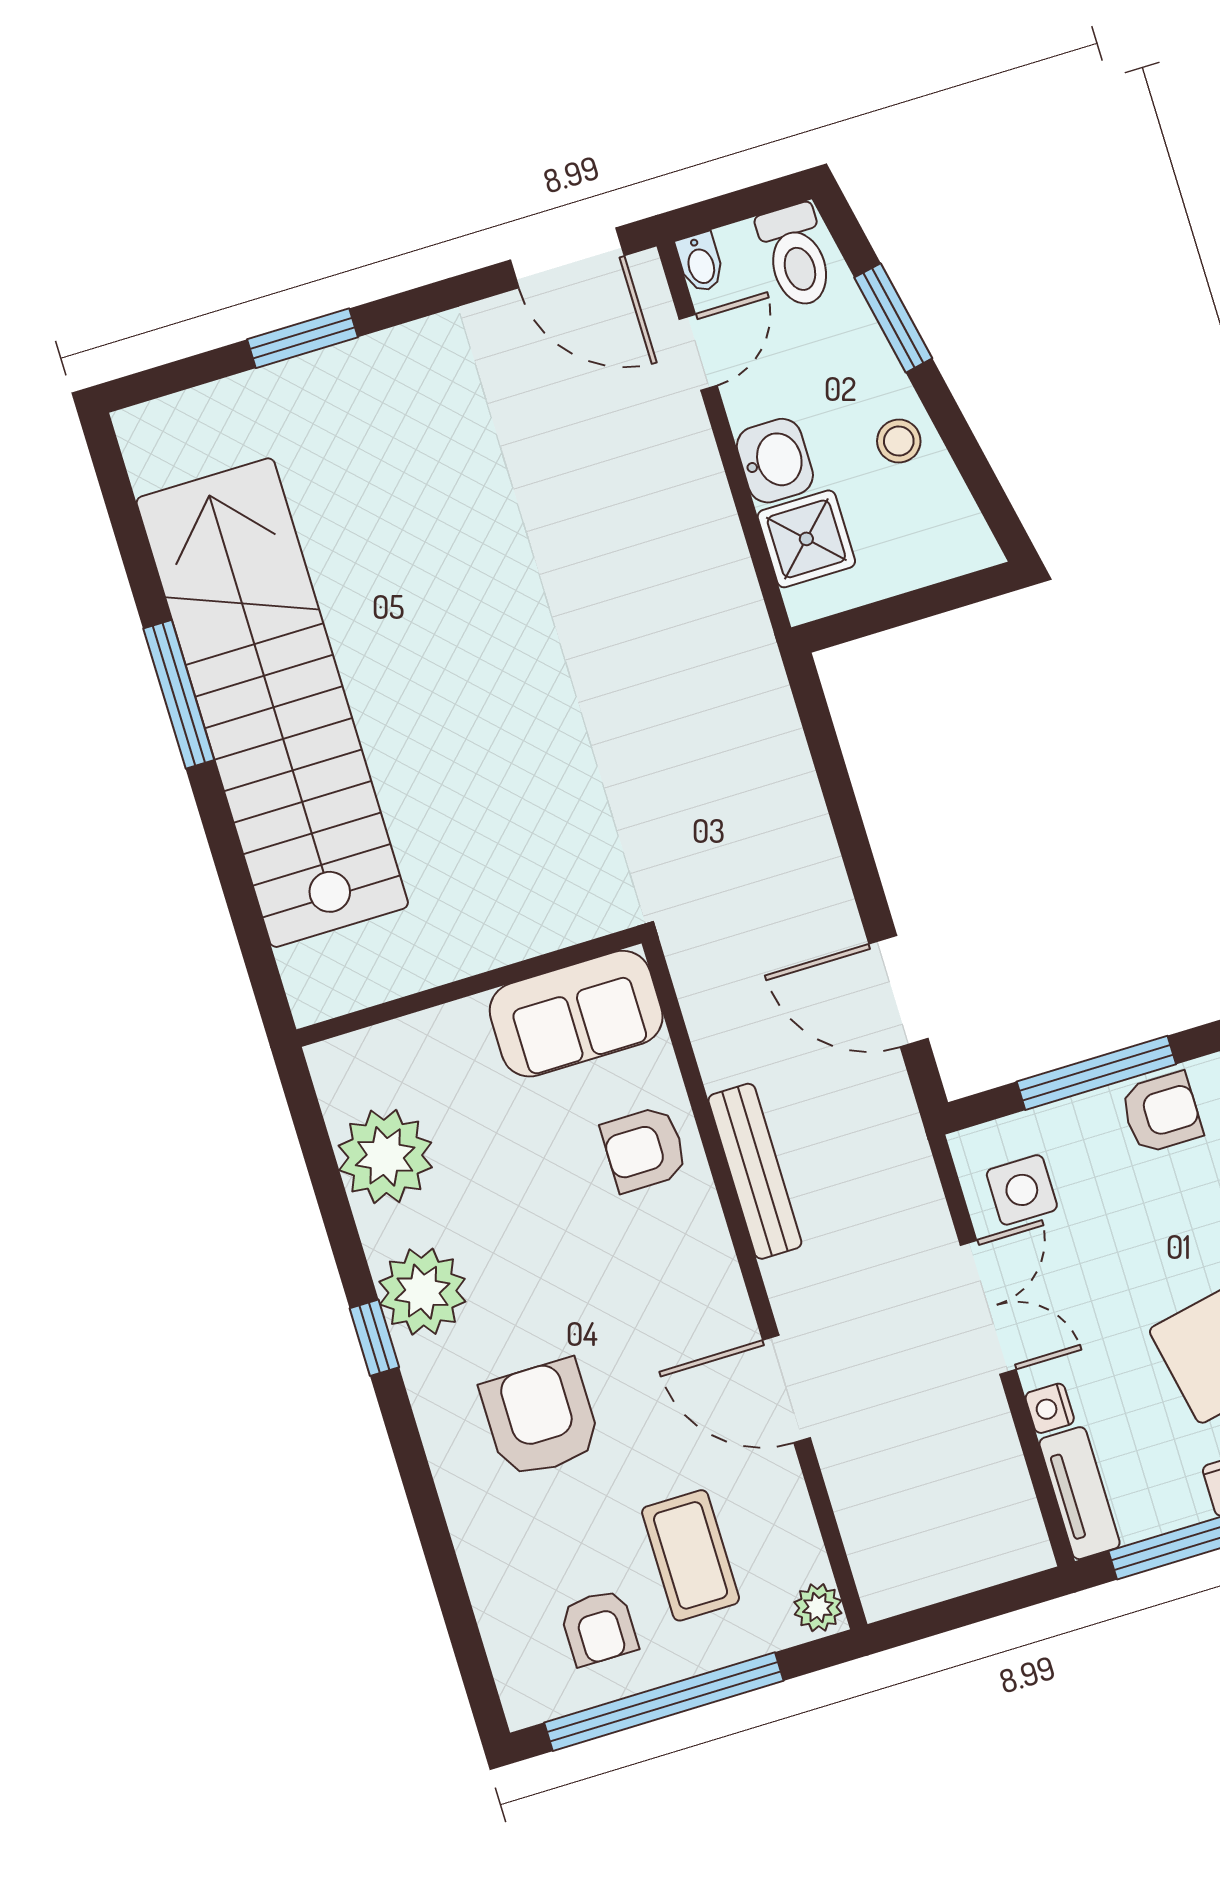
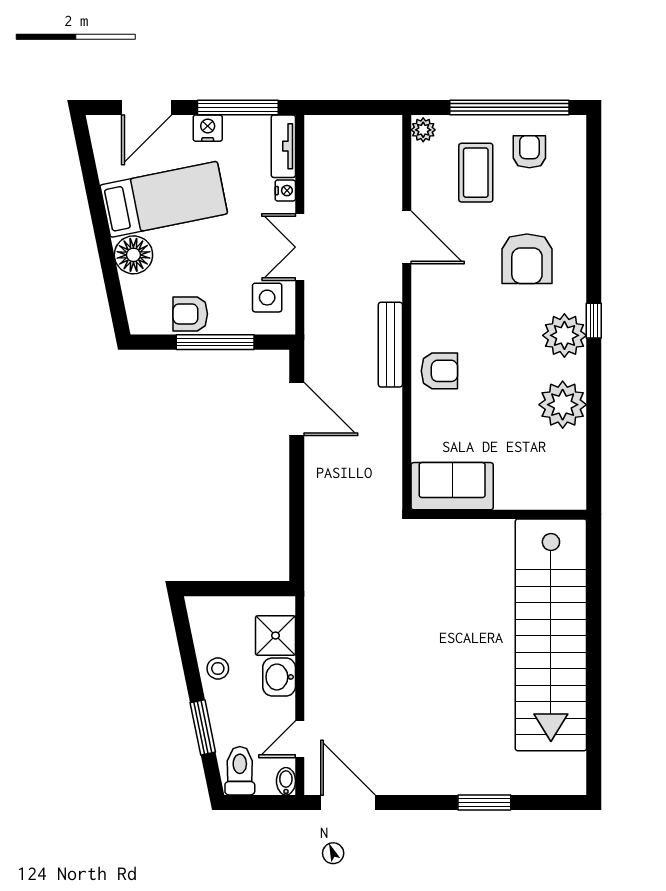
window: (179, 694) -> (594, 652), removed
wall: (469, 986) -> (499, 514), moved
sofa: (576, 1014) -> (452, 486), moved

